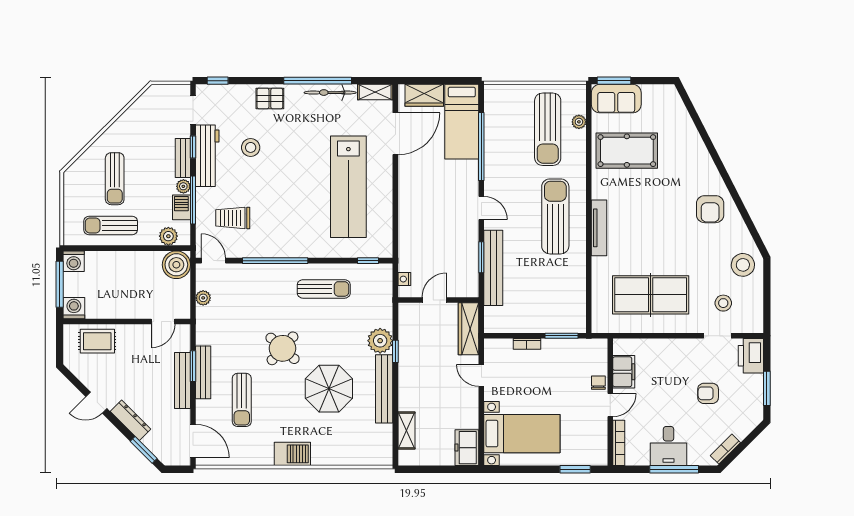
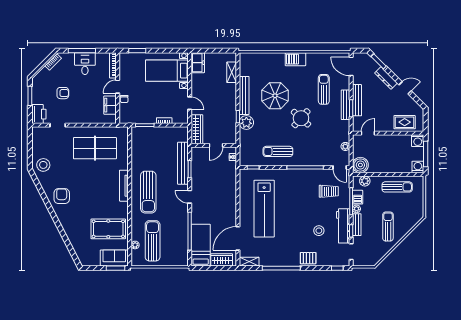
bicycle: (330, 93) -> (274, 261), removed
sun lounger: (115, 179) -> (388, 226), moved
lab bench: (348, 187) -> (264, 209), turned 180
stool: (723, 303) -> (54, 144), removed

